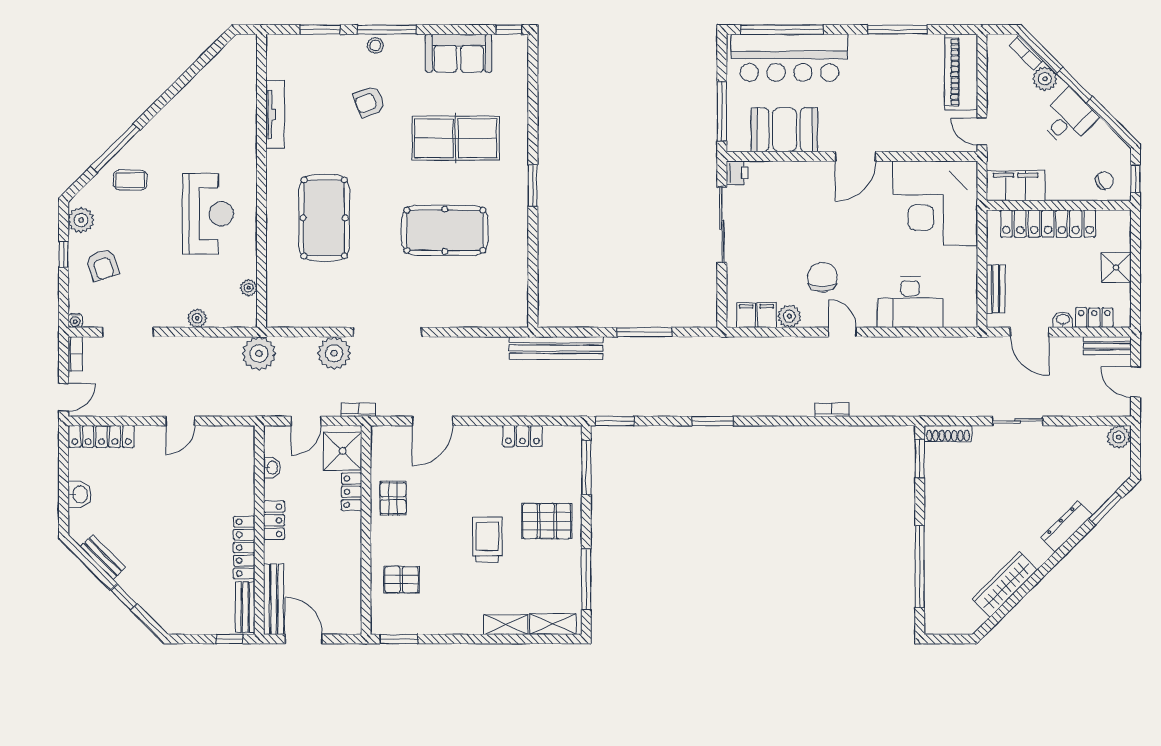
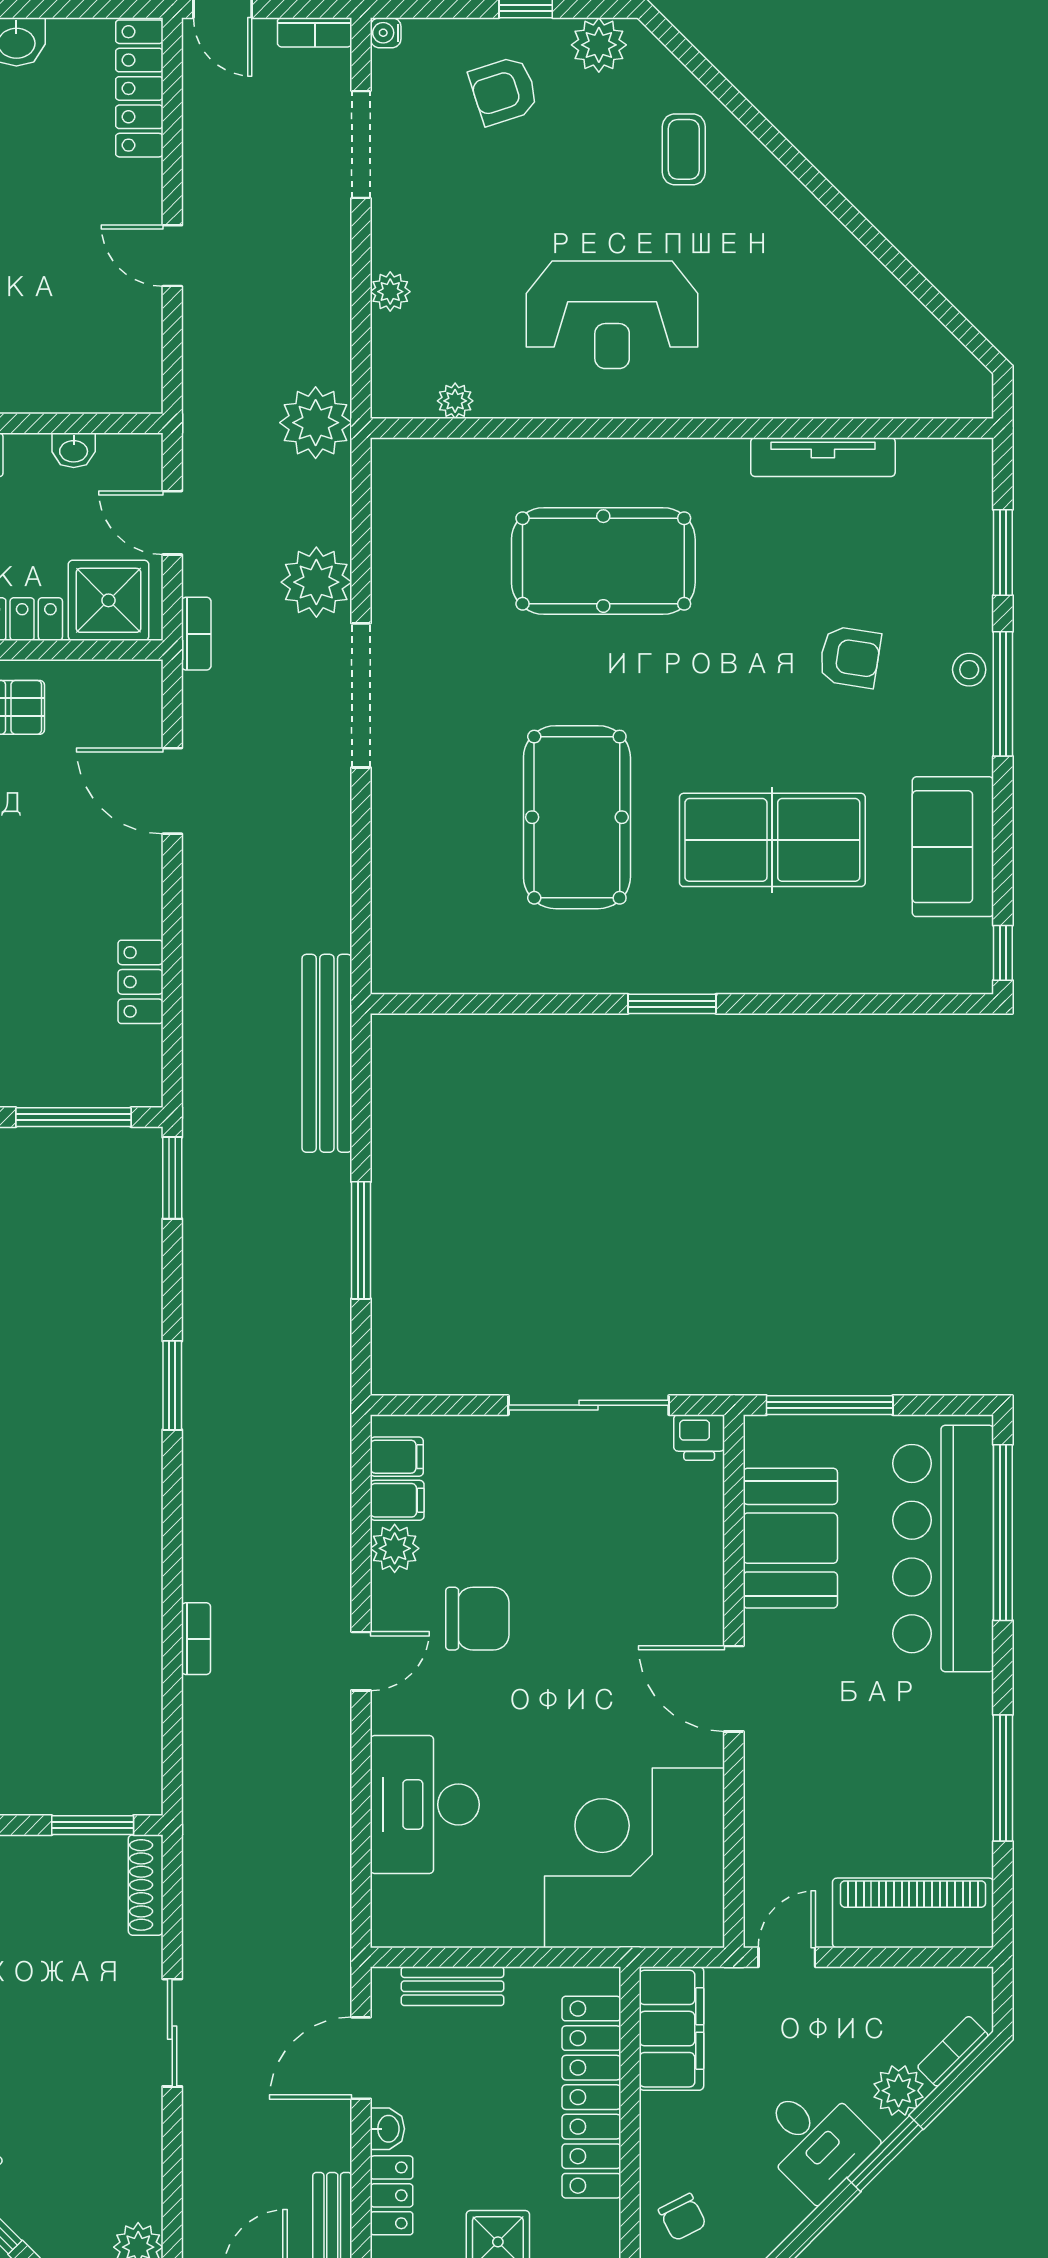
armchair: (369, 102) -> (850, 657), turned 119
table tennis table: (456, 138) -> (772, 840), turned 90
window: (115, 148) -> (751, 118), removed

